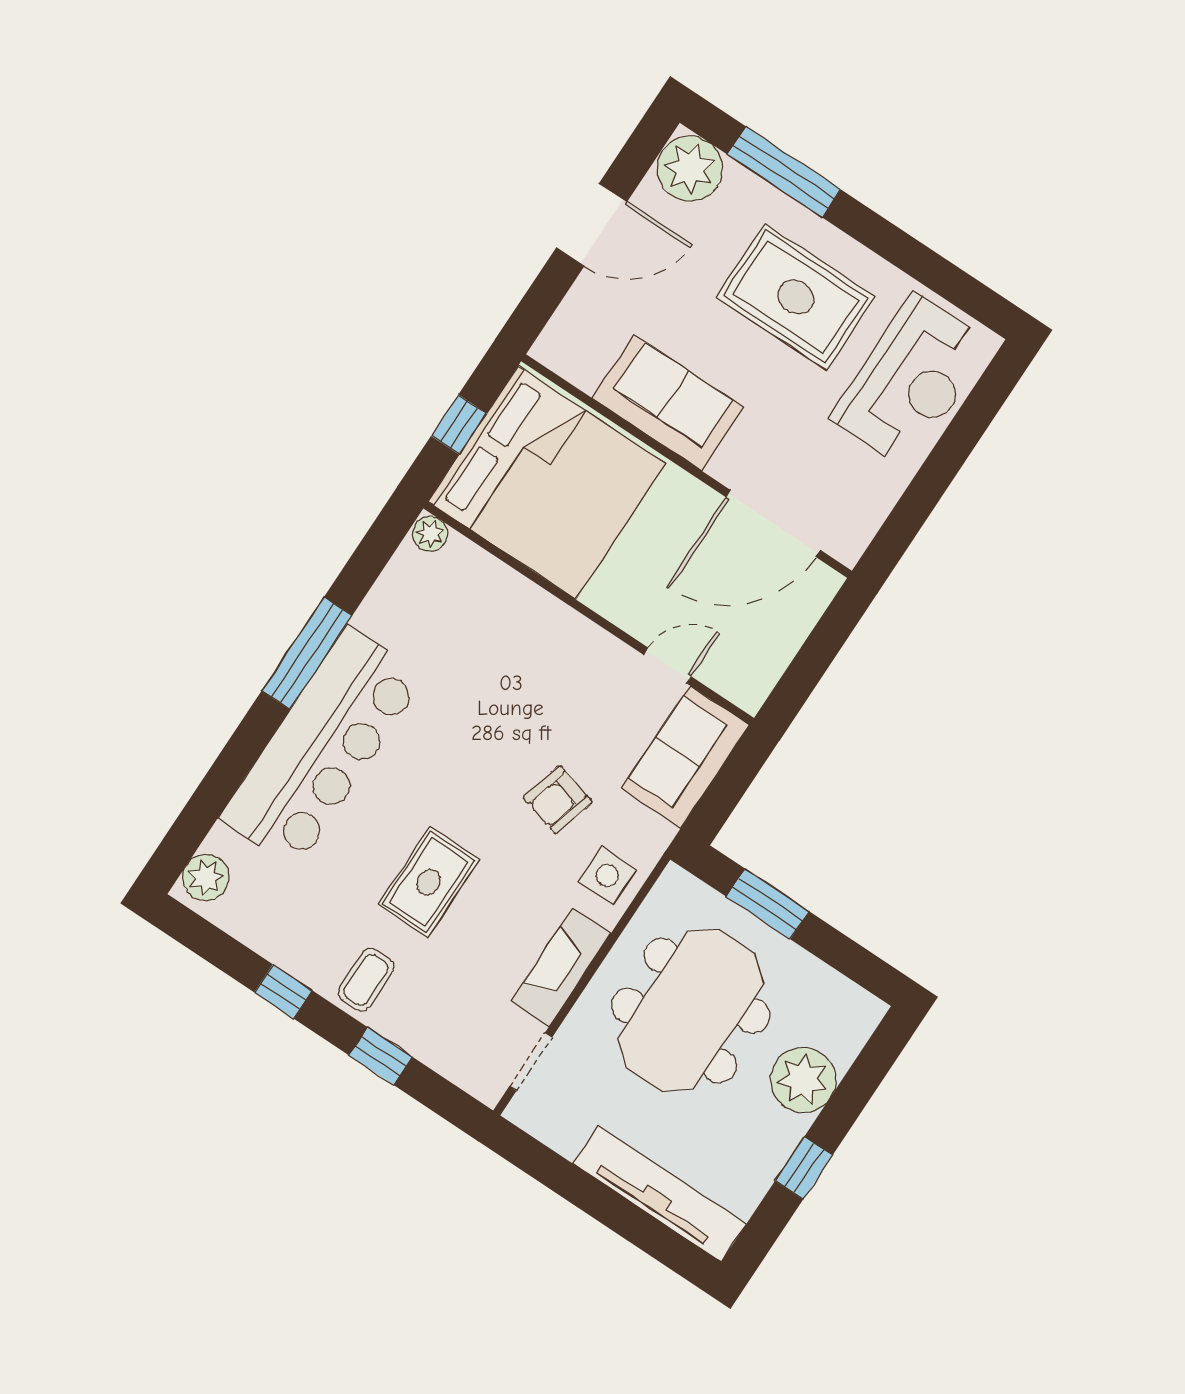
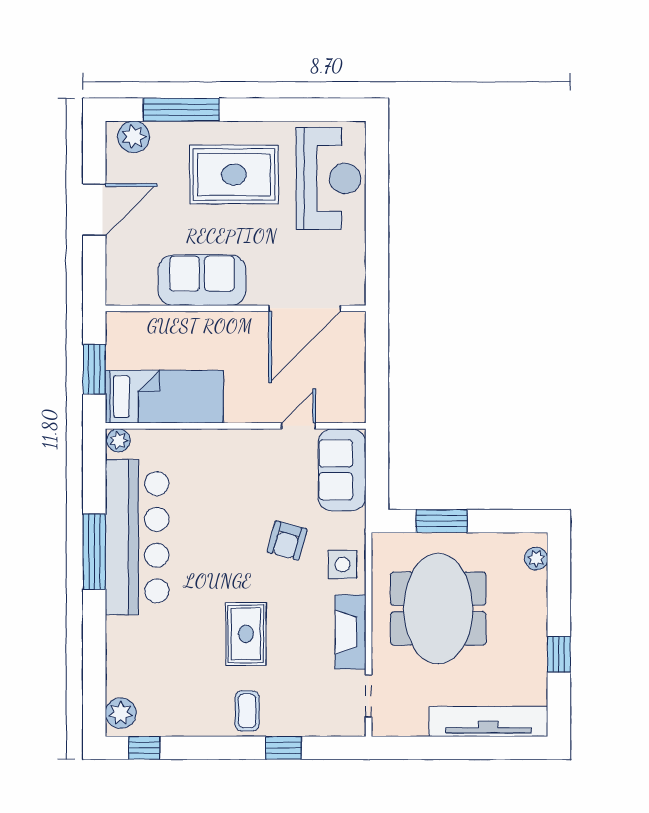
plant: (690, 169) -> (134, 137), width x0.73, depth x0.73
window: (459, 425) -> (94, 369), width x1.50
bed: (547, 483) -> (164, 397), width x0.49
bar counter: (322, 747) -> (137, 537), moved
window: (283, 991) -> (144, 748), moved
plant: (803, 1080) -> (536, 559), moved, width x0.53, depth x0.53

